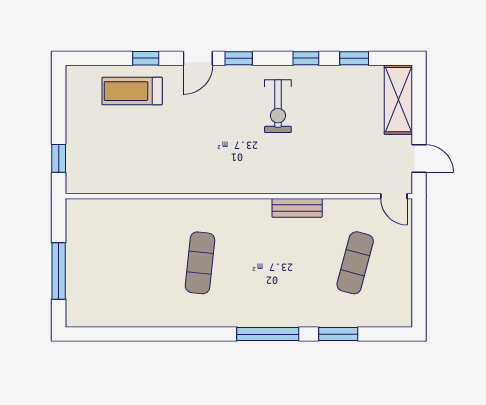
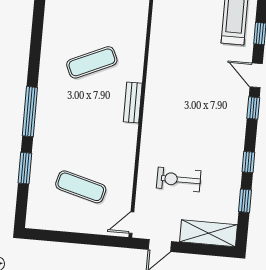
exercise bike: (278, 106) -> (179, 179), moved
bench: (297, 208) -> (133, 102), moved
exercise mat: (200, 263) -> (92, 62), turned -30

